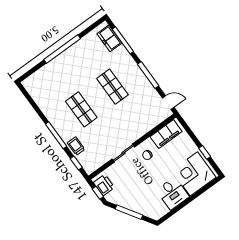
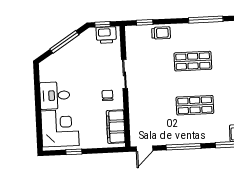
window: (56, 135) -> (206, 20), moved

